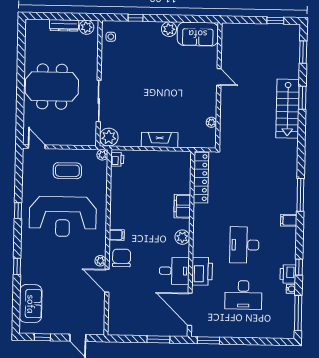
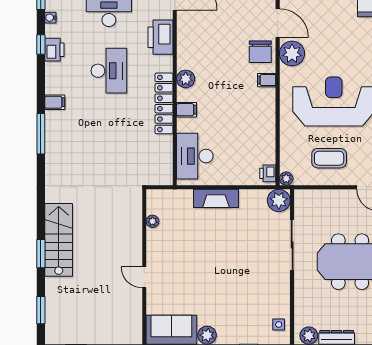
locker: (201, 178) -> (164, 103), moved
filing cabinet: (182, 206) -> (187, 110), width x0.50
plant: (100, 261) -> (292, 54), width x1.87, depth x1.87
desk: (174, 271) -> (195, 156), moved, width x1.37
printer: (288, 274) -> (54, 50), moved

